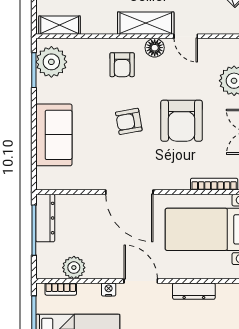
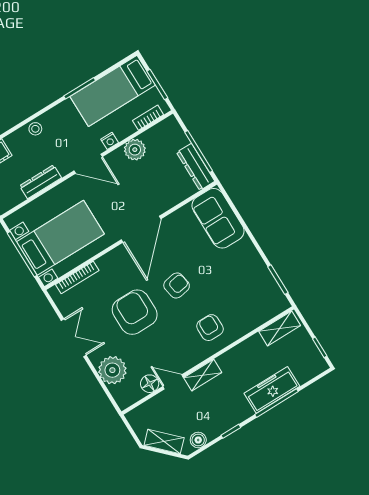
shelving: (146, 23) -> (203, 375), width x0.67, depth x0.75
floor lamp: (155, 48) -> (150, 384), moved
plant: (51, 62) -> (268, 295), removed
sofa: (54, 135) -> (218, 218), moved
door: (129, 192) -> (141, 229), swing flipped
plant: (74, 268) -> (135, 150), moved

